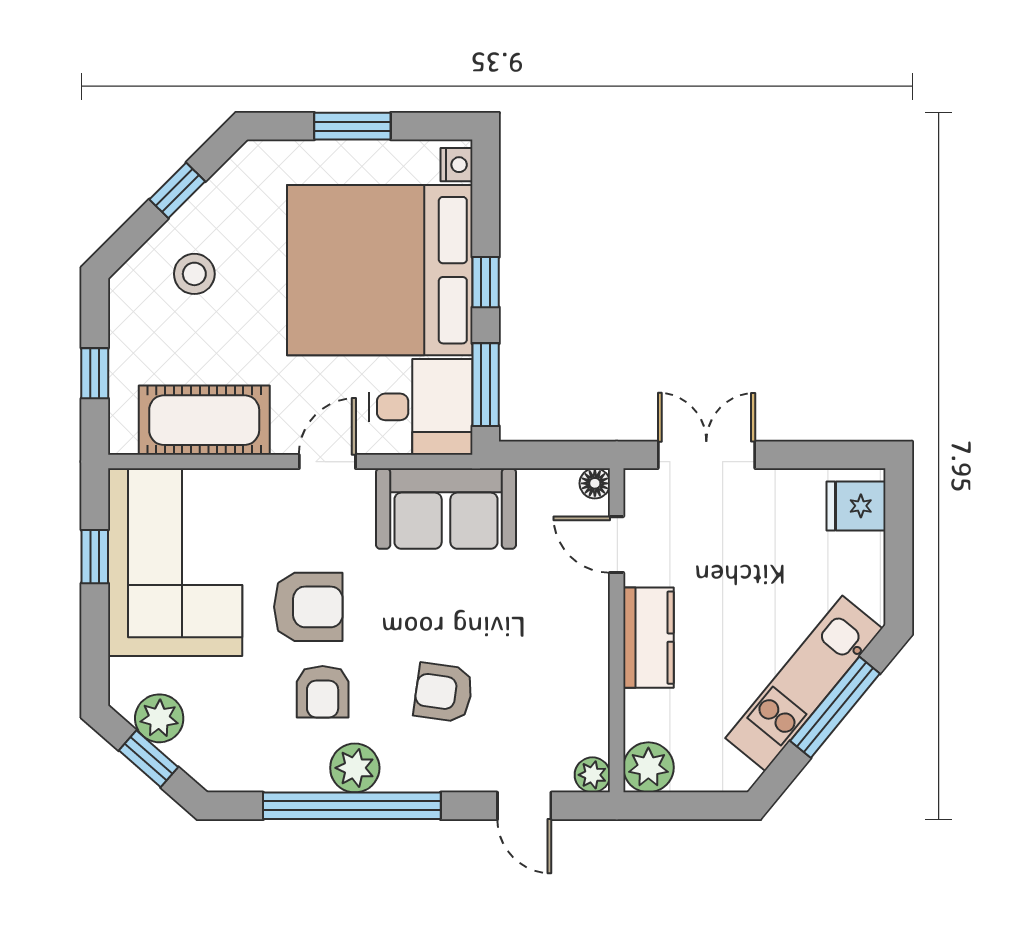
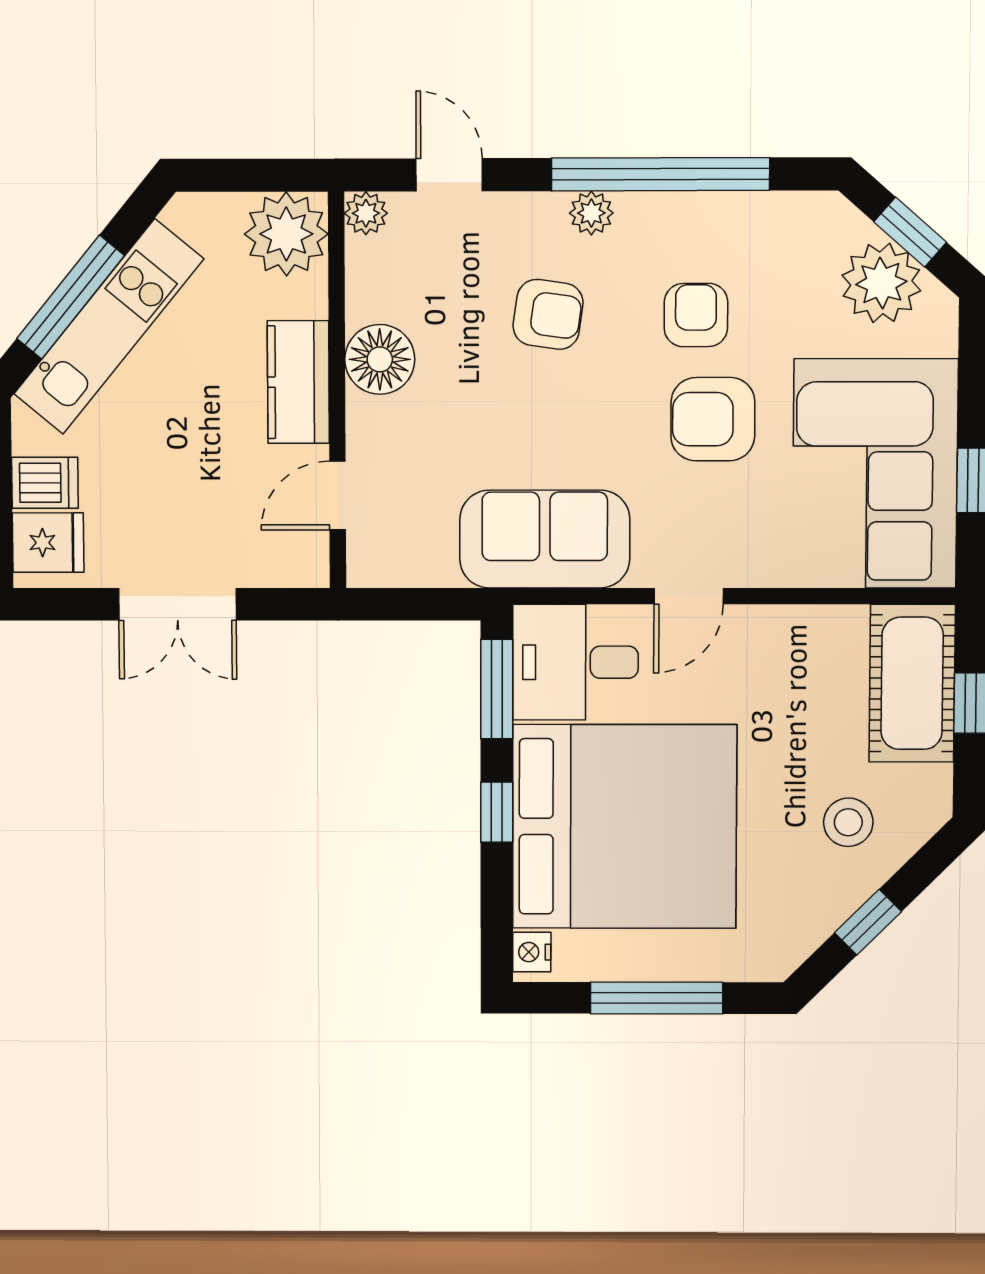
window: (352, 126) -> (657, 998), width x1.44
cot: (204, 420) -> (912, 683), moved, turned 90
double door: (706, 455) -> (177, 604), moved
floor lamp: (595, 483) -> (380, 359), moved, width x1.89, depth x1.89
door: (617, 545) -> (338, 495), swing flipped
dishwasher: (858, 555) -> (45, 483), added
plant: (159, 718) -> (881, 283), width x1.36, depth x1.36
plant: (648, 767) -> (286, 234), width x1.36, depth x1.36
plant: (355, 768) -> (591, 213), moved, width x0.73, depth x0.73

